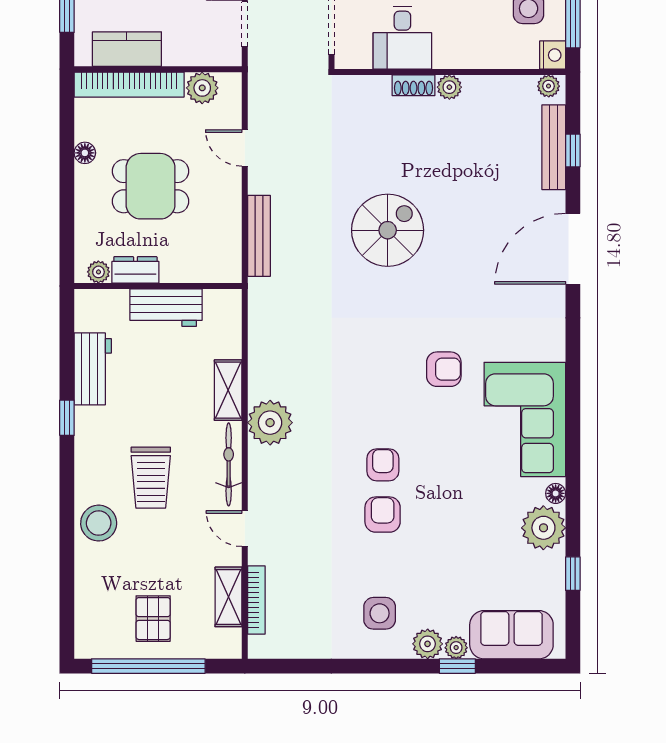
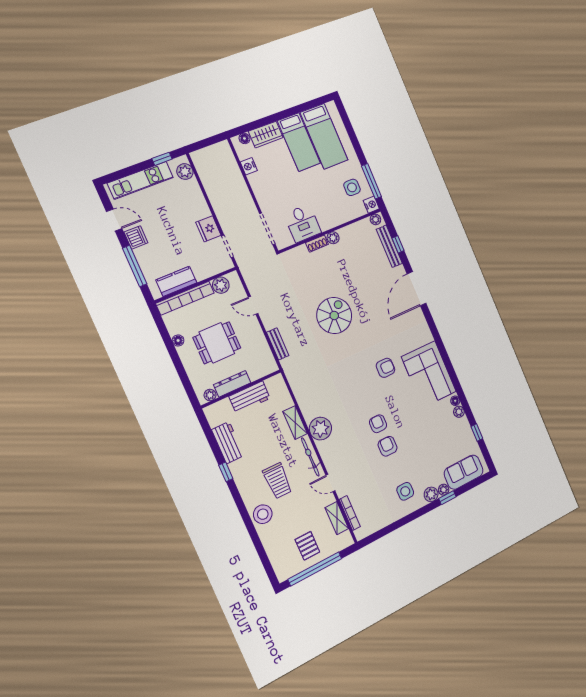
bench: (259, 236) -> (278, 344), width x0.73
dresser: (135, 270) -> (232, 384), width x1.44
plant: (543, 528) -> (459, 412), width x0.53, depth x0.53

